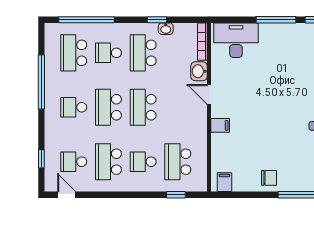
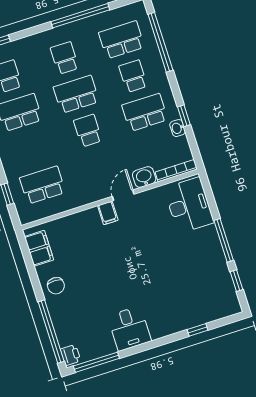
school desk: (143, 107) -> (88, 131), width x0.54
filing cabinet: (220, 125) -> (108, 213), moved
school desk: (143, 162) -> (31, 149), removed
filing cabinet: (224, 182) -> (39, 248), width x2.00

